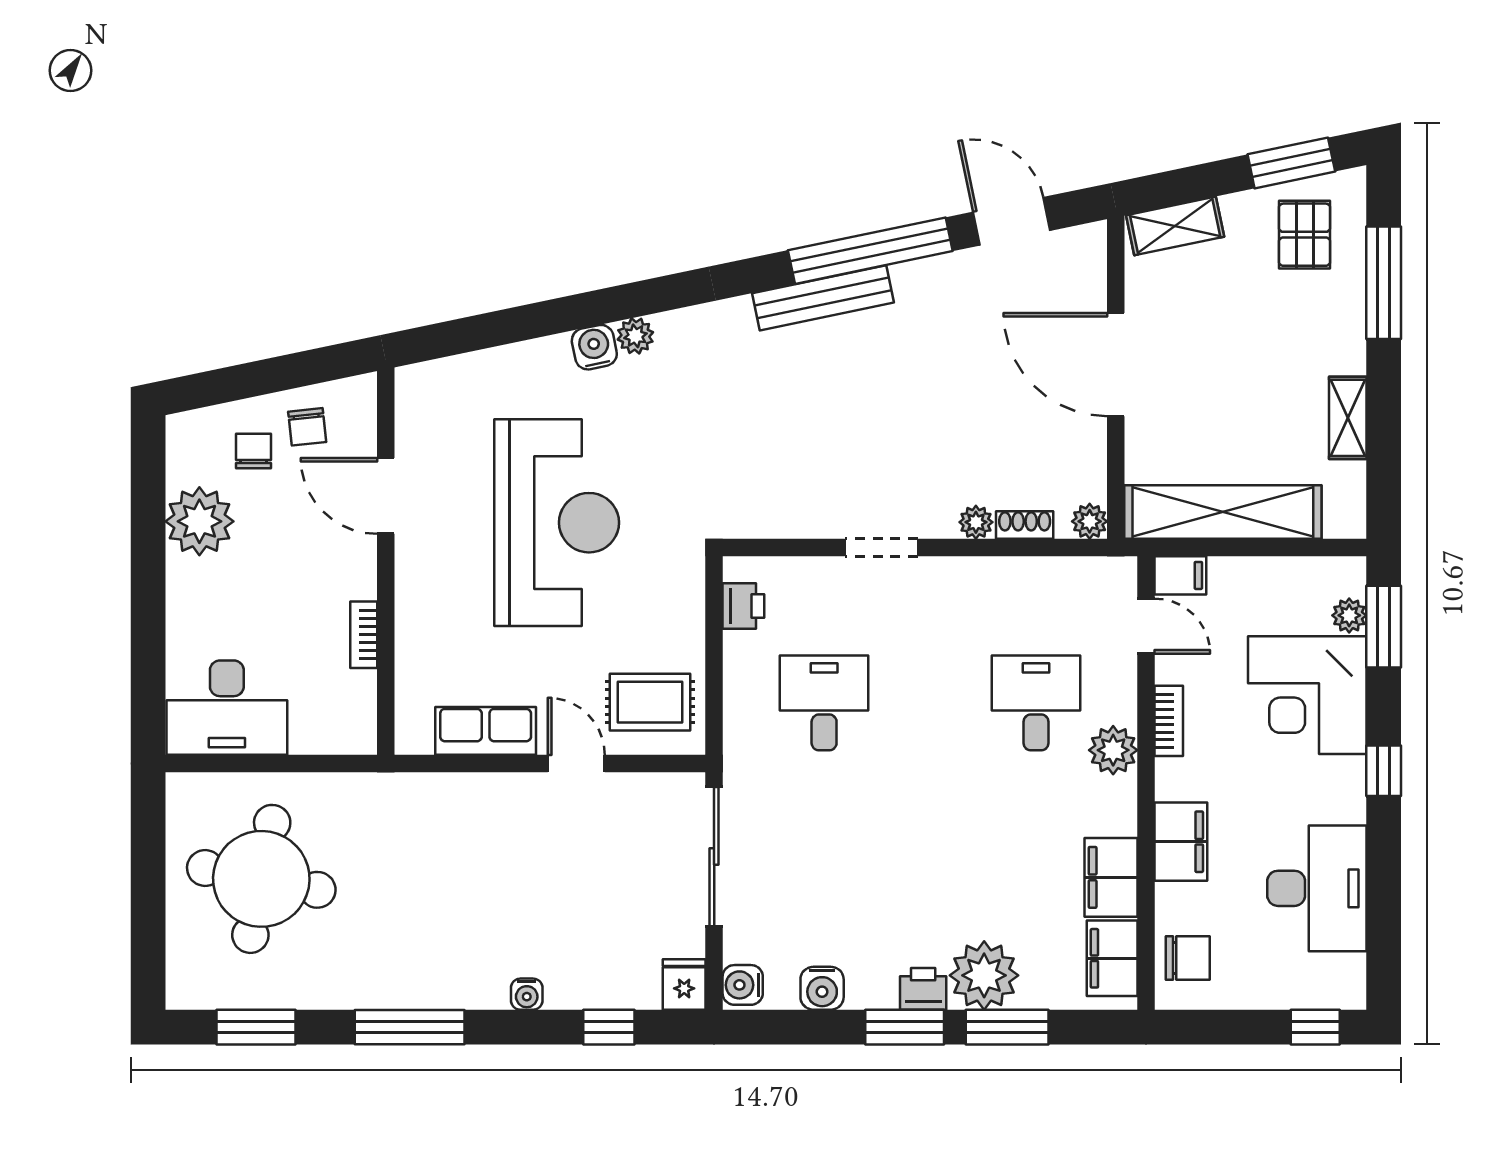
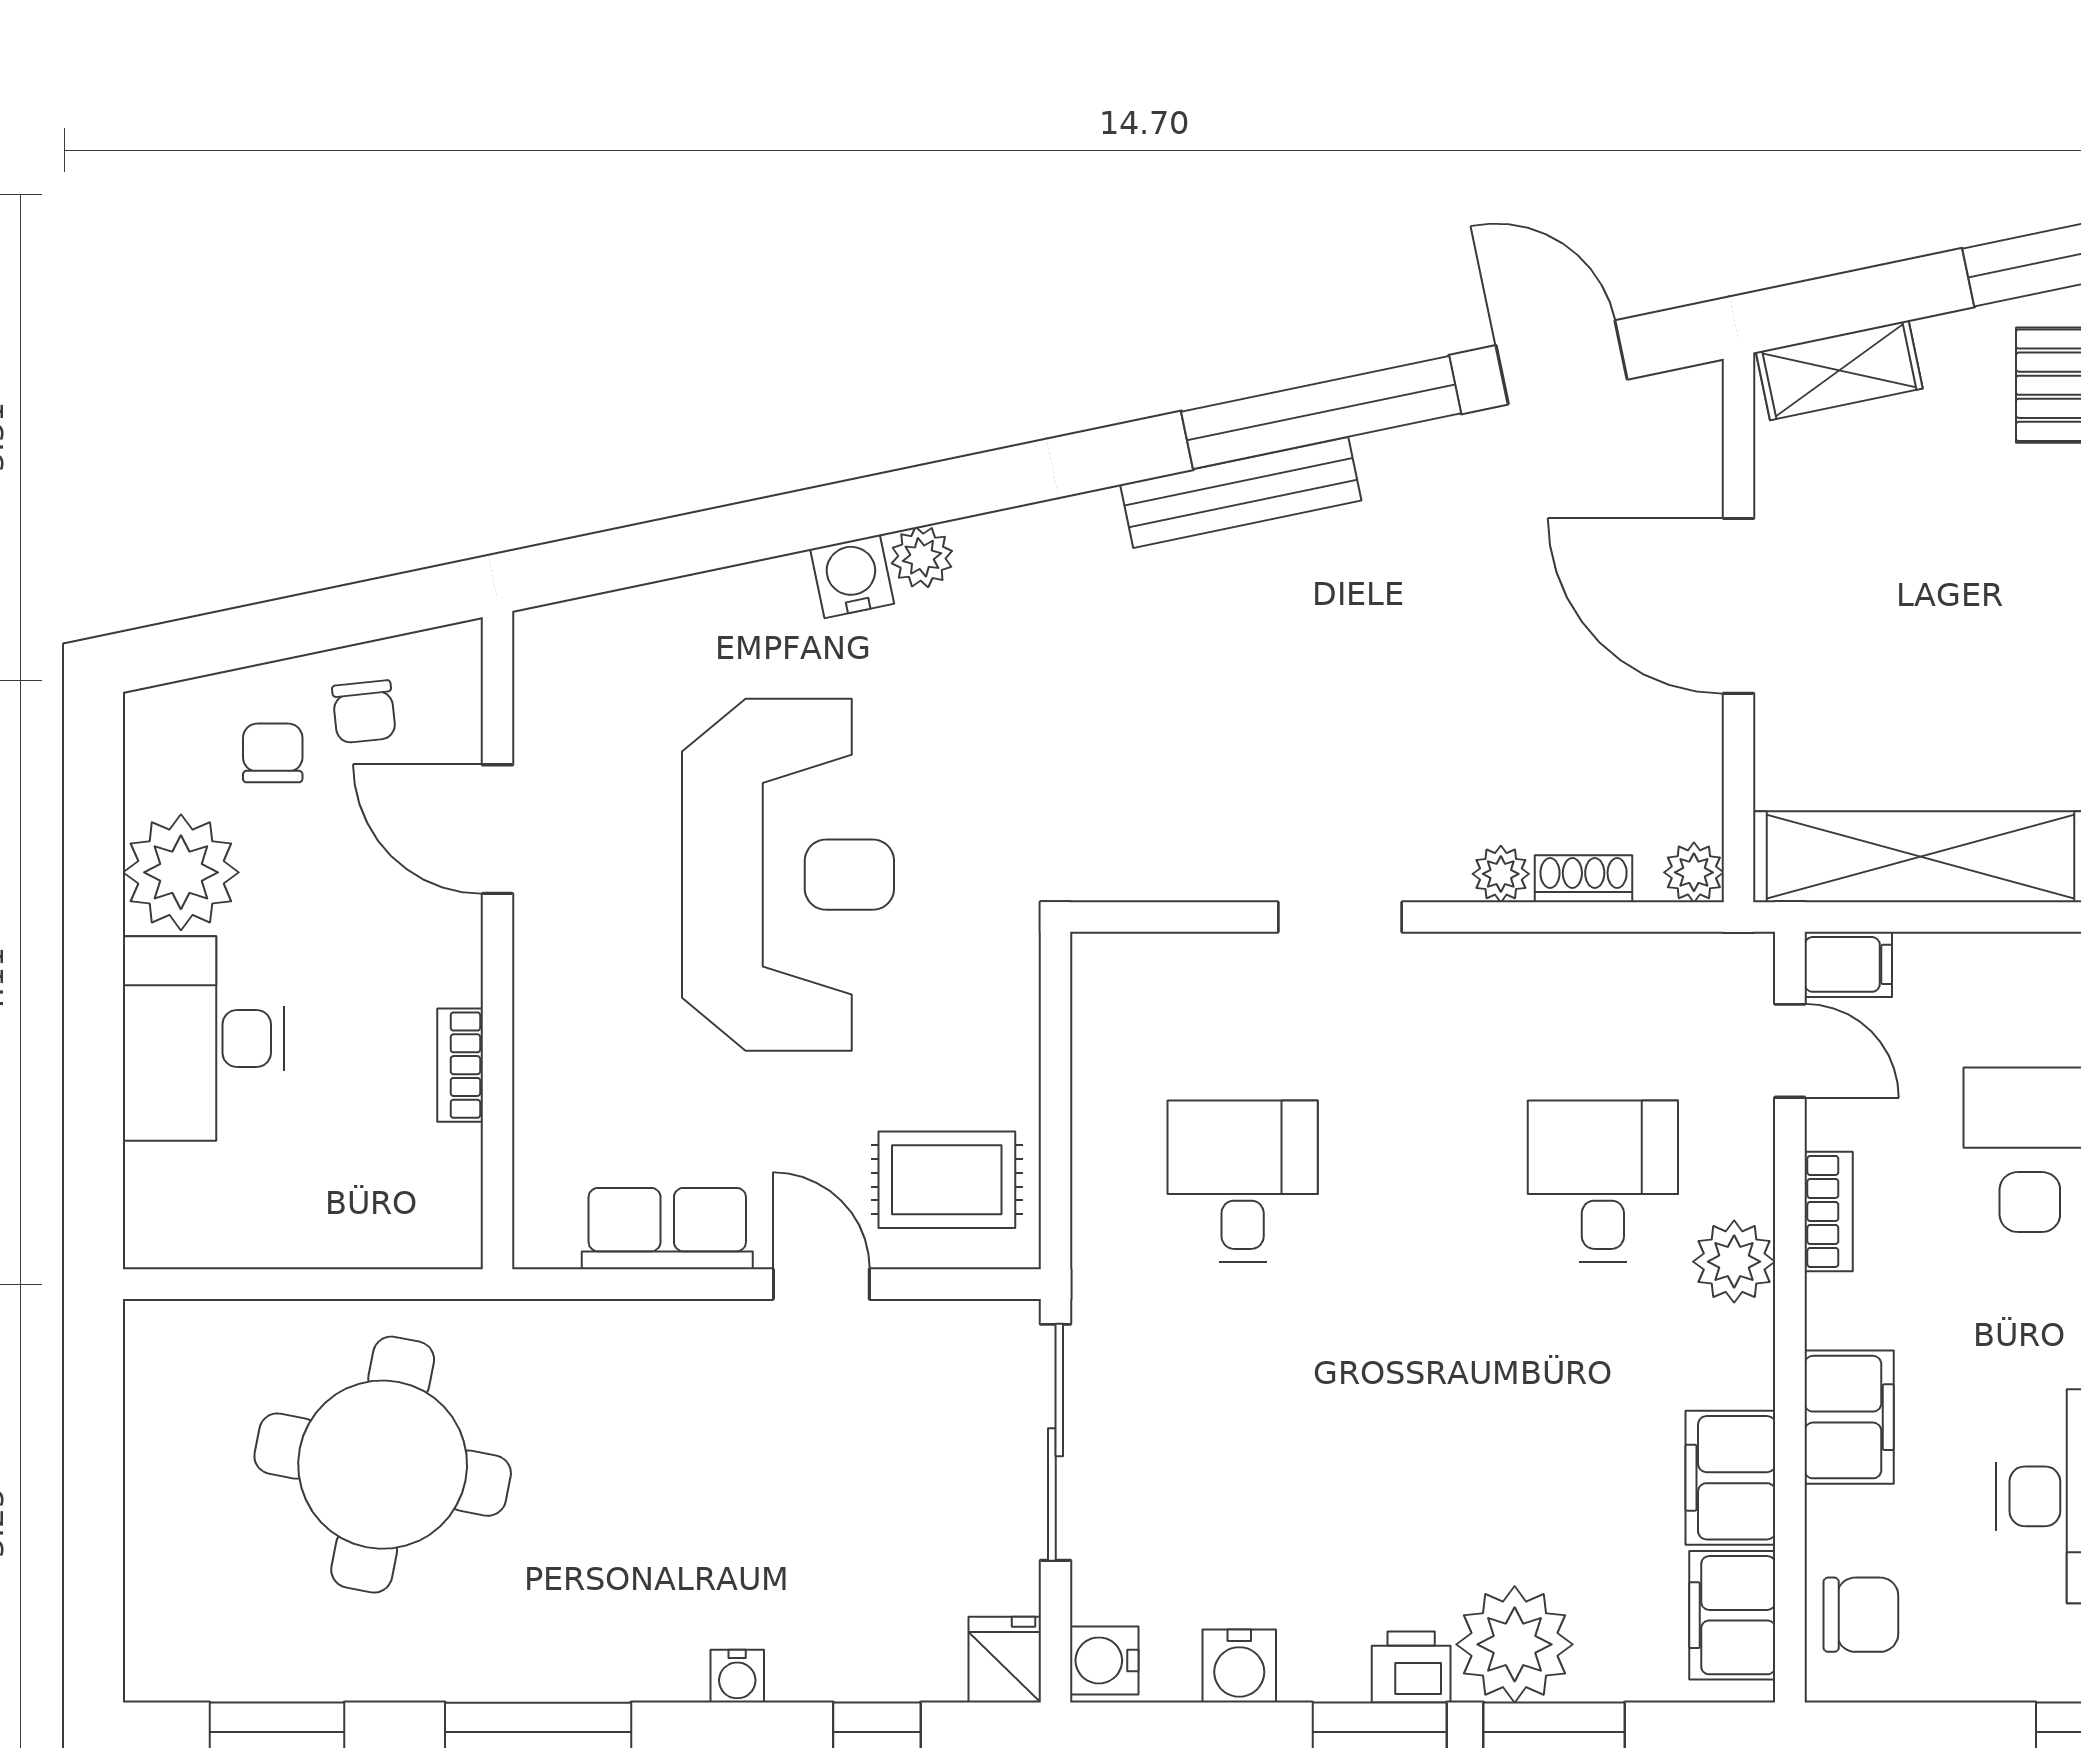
printer: (743, 606) -> (1106, 1016), removed
desk: (227, 708) -> (203, 1039), moved, turned 90
round table: (261, 879) -> (383, 1465), moved

